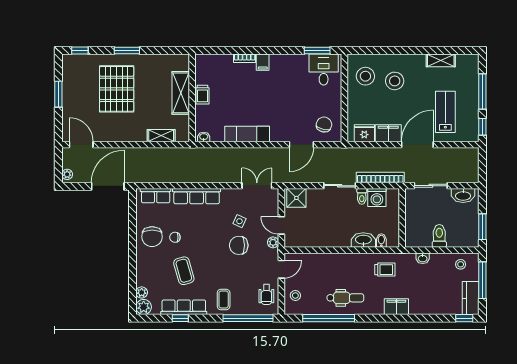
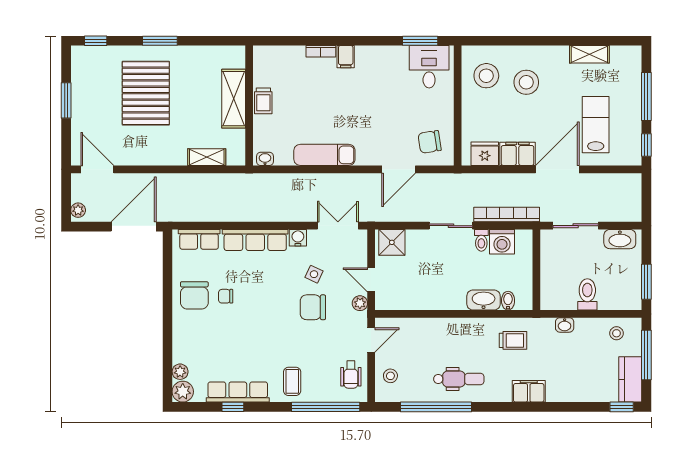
chair: (324, 125) -> (430, 142), turned -113
water cooler: (228, 195) -> (298, 238), added
coffee table: (184, 271) -> (238, 342), removed

